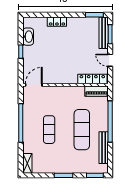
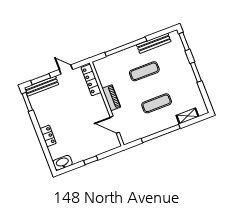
washbasin: (28, 37) -> (63, 163), moved
door: (110, 60) -> (66, 69), swing flipped
door: (34, 85) -> (115, 125), moved
piano: (97, 91) -> (111, 98), moved
exercise mat: (82, 130) -> (144, 71), width x0.73, depth x0.69
shelving: (27, 163) -> (187, 116), moved

